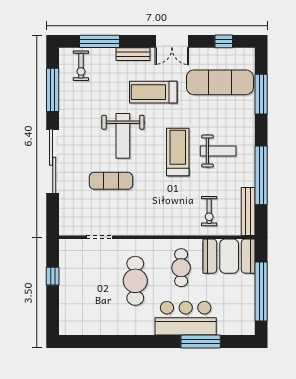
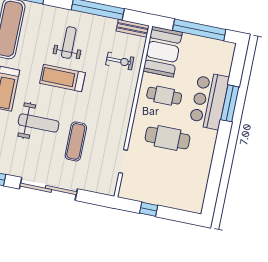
bench: (248, 212) -> (133, 28), width x0.73
window: (201, 341) -> (230, 103), moved

